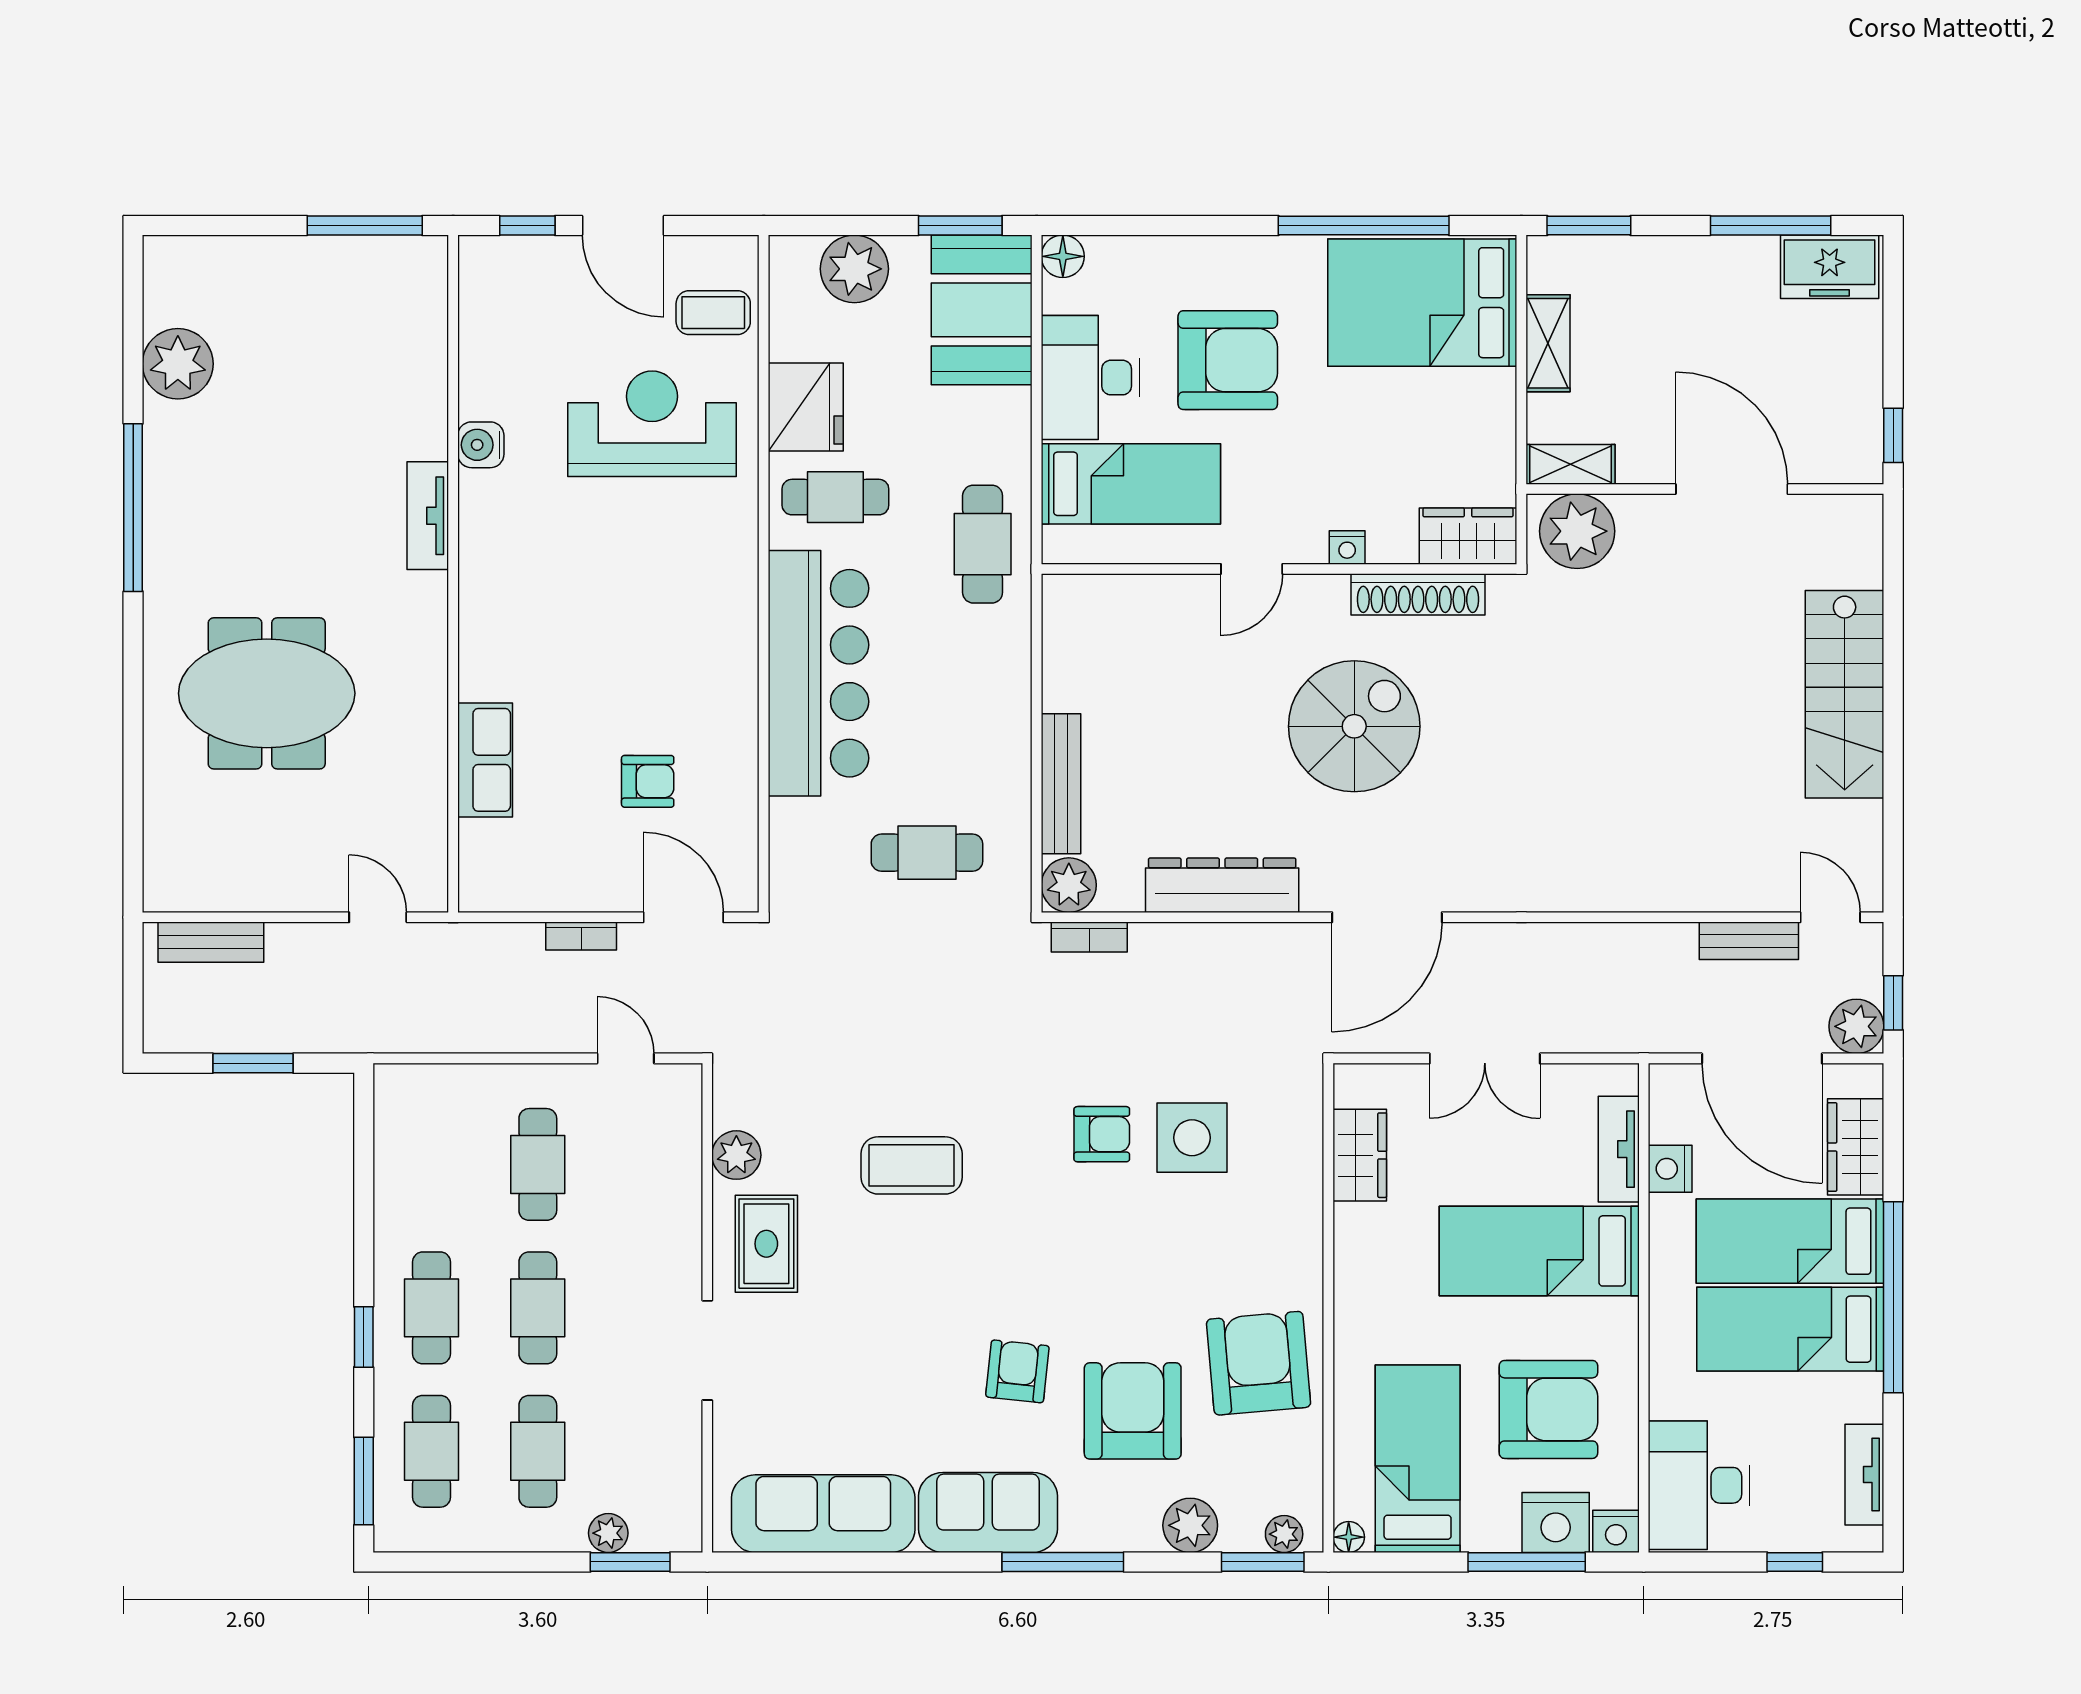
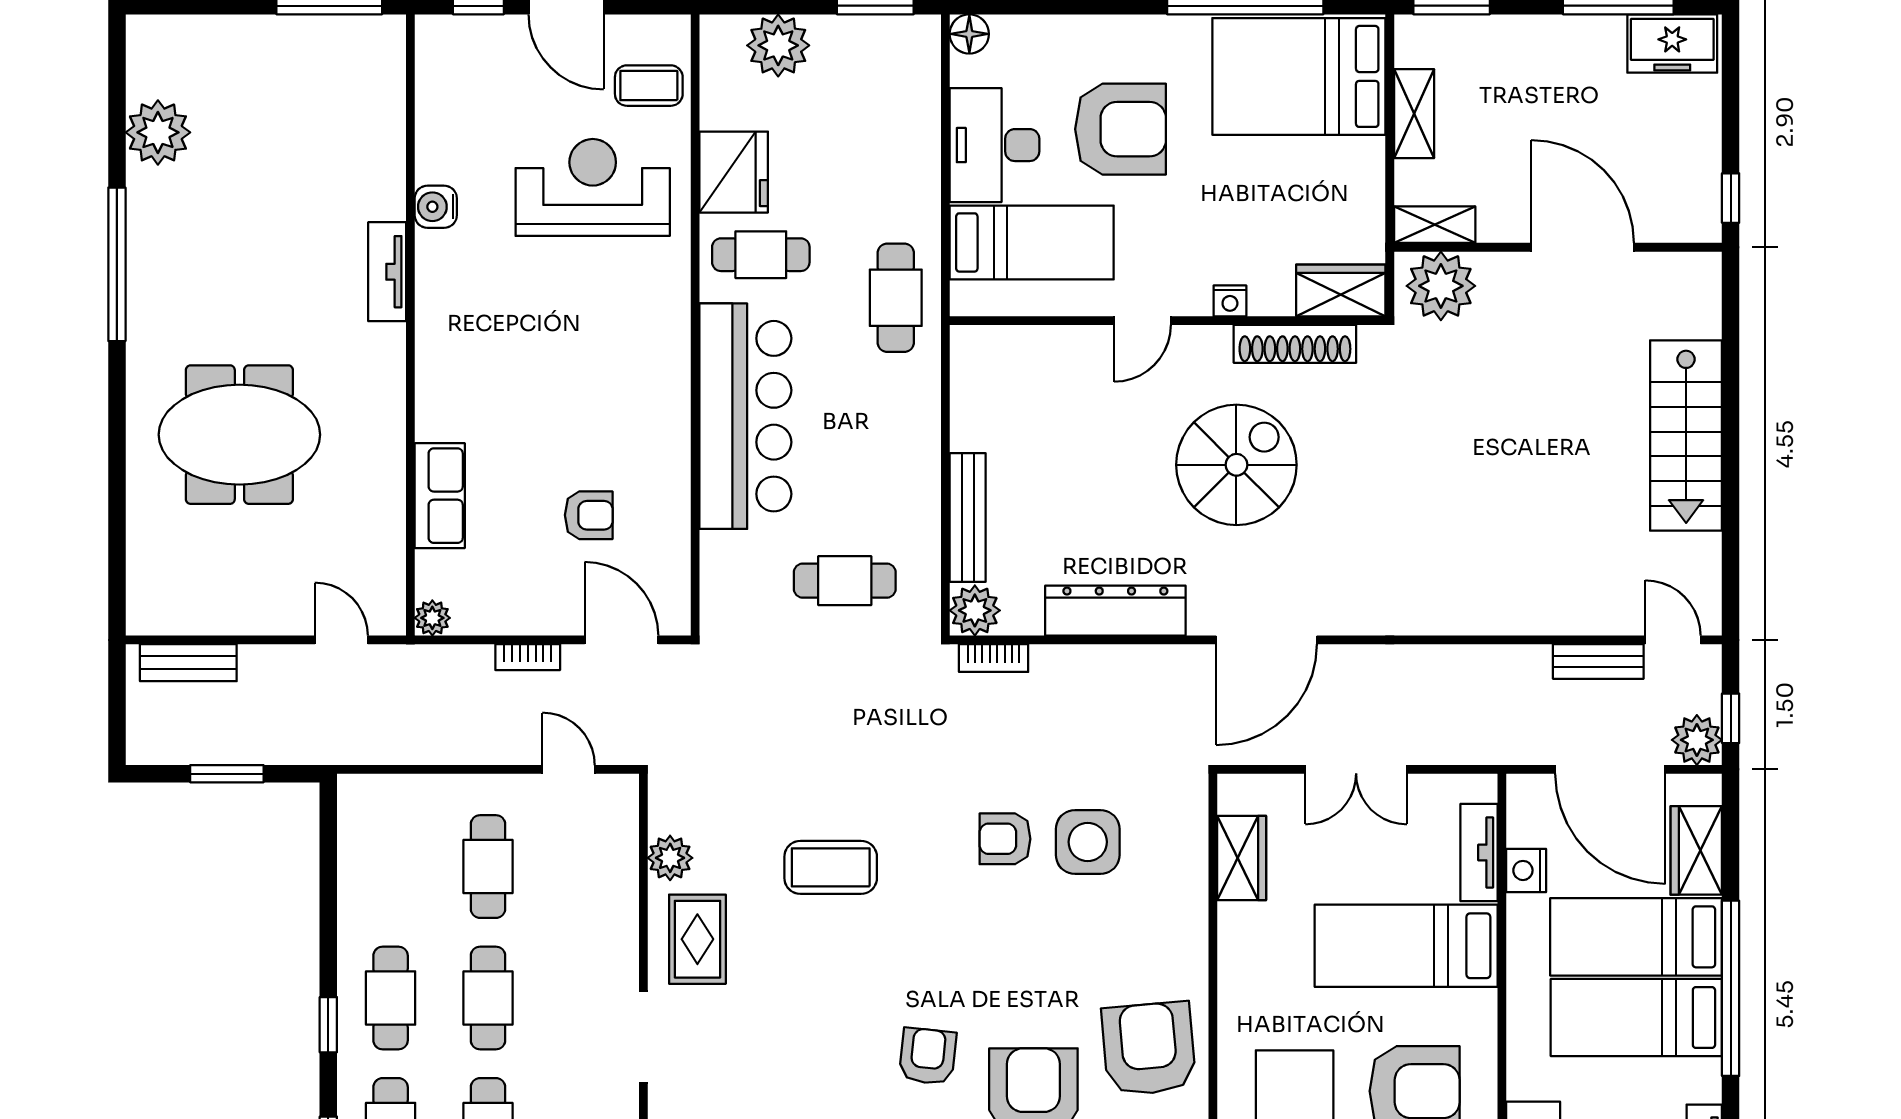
booth: (982, 310) -> (895, 83), removed
plant: (477, 893) -> (432, 618), added
armchair: (1102, 1134) -> (1005, 839), turned 180

